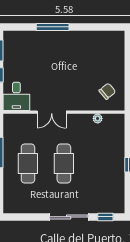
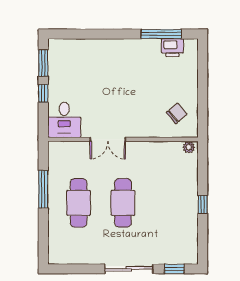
window: (53, 27) -> (161, 34), moved
printer: (104, 38) -> (172, 48), added
plant: (98, 118) -> (189, 147), moved

